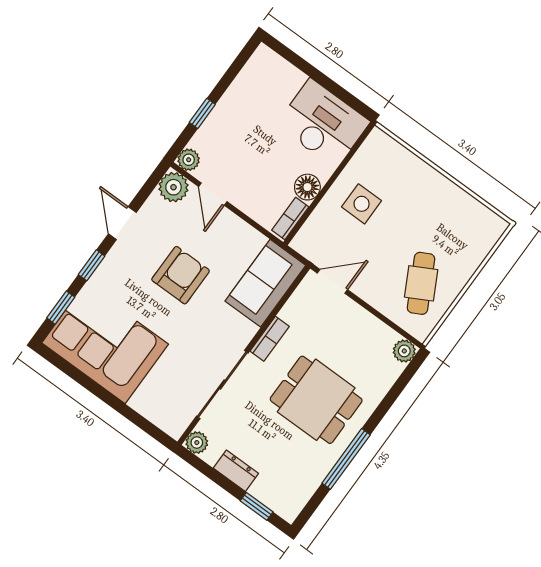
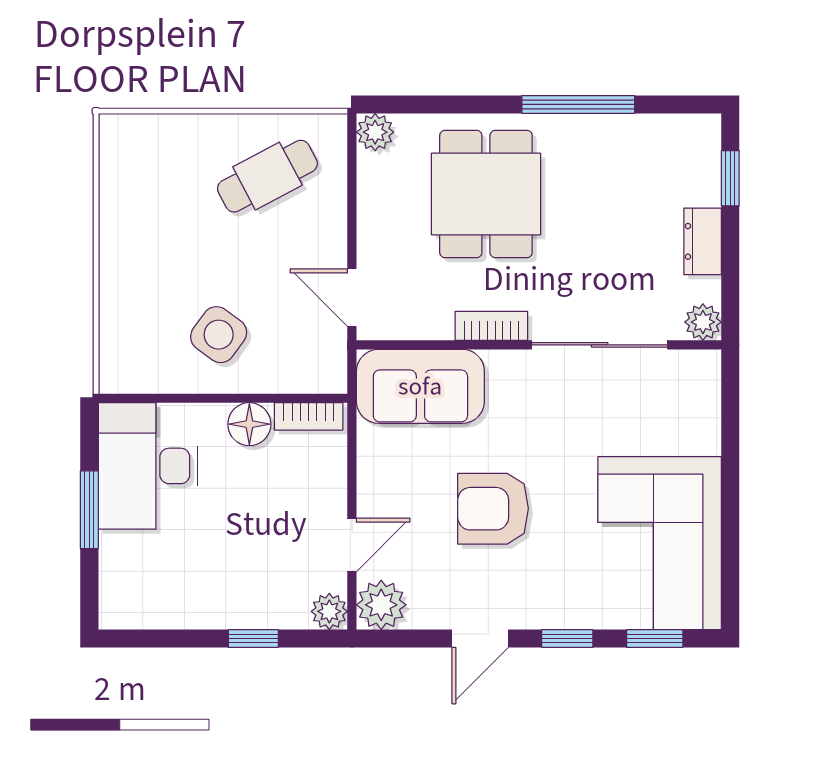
window: (322, 80) -> (89, 510), added
side table: (362, 204) -> (219, 335), turned 36
dining table: (316, 400) -> (486, 194), moved

